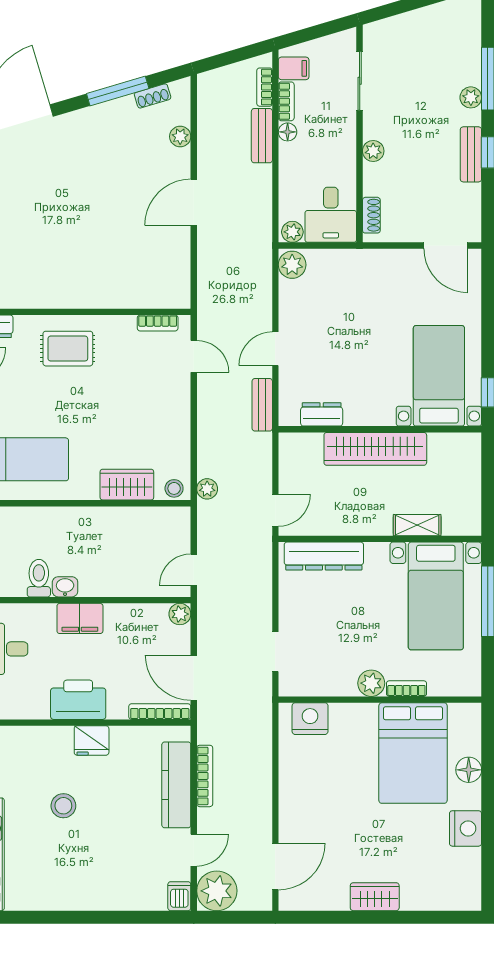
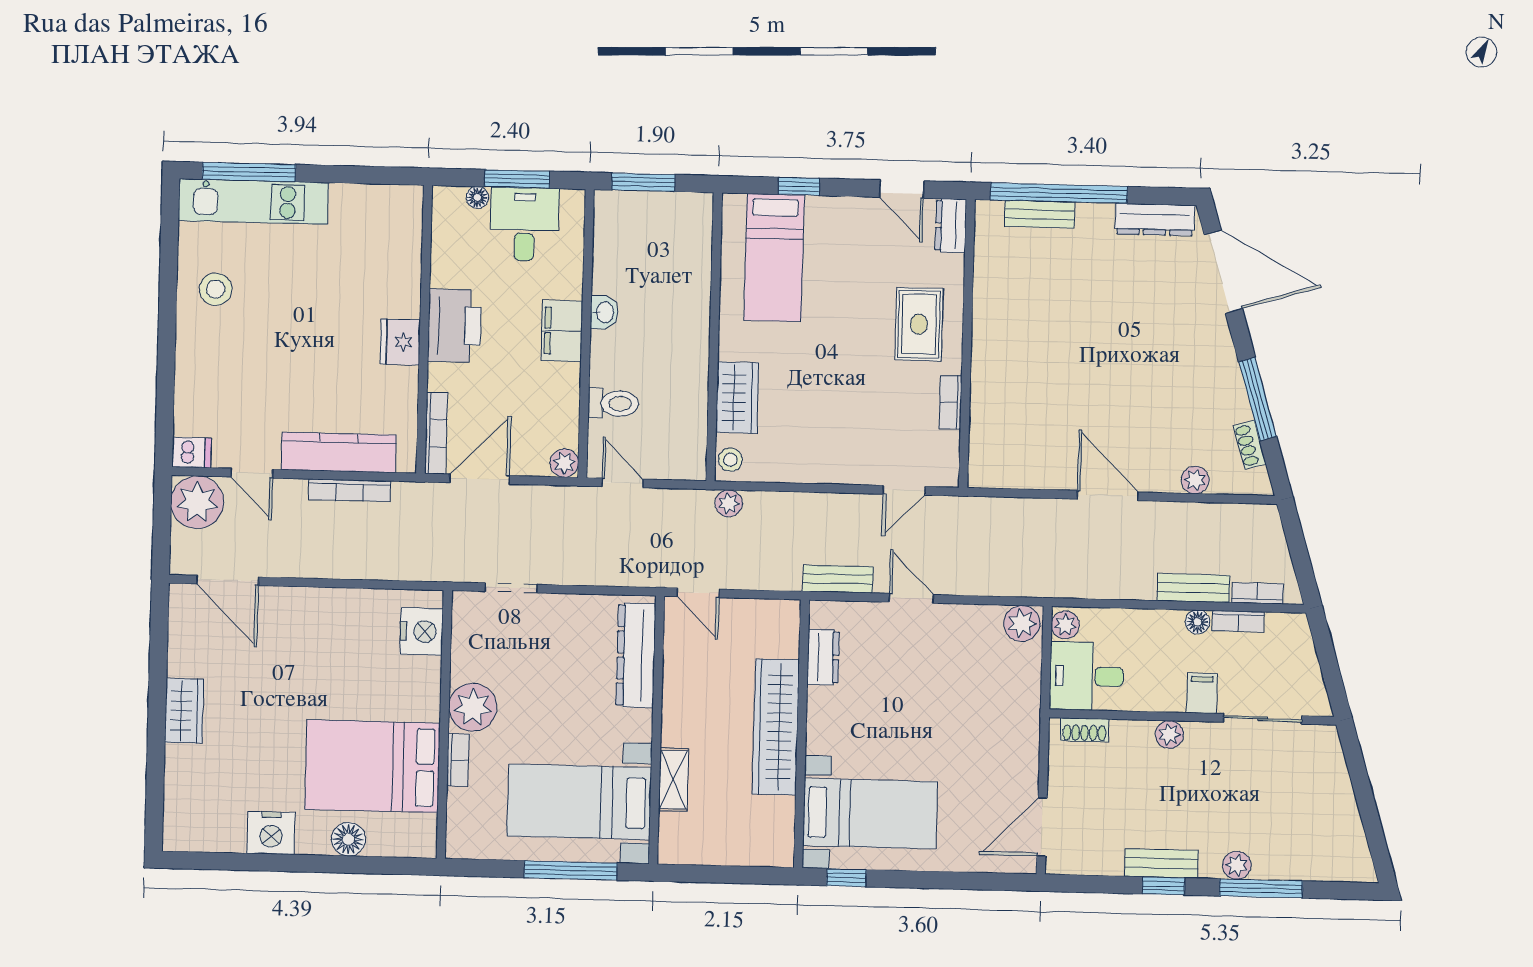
filing cabinet: (294, 68) -> (1202, 693), moved, turned 180
bookcase: (158, 323) -> (951, 402), moved
toilet: (39, 578) -> (613, 403), moved
plant: (371, 683) -> (473, 707), width x1.36, depth x1.36
stool: (63, 806) -> (216, 289), moved

